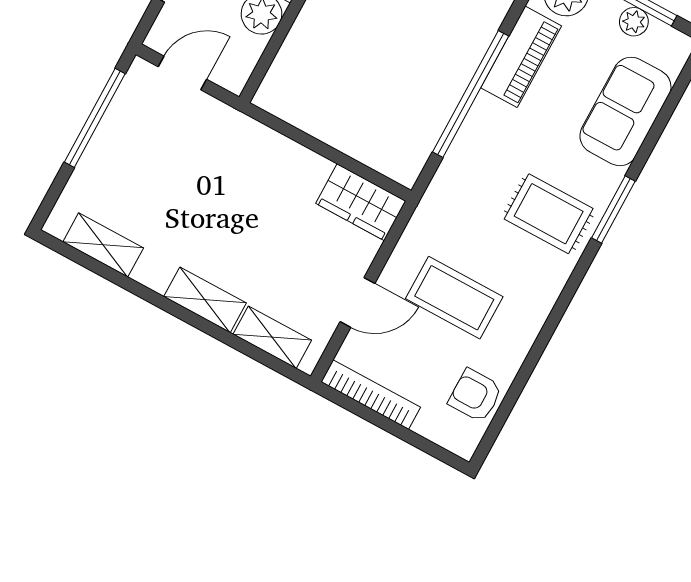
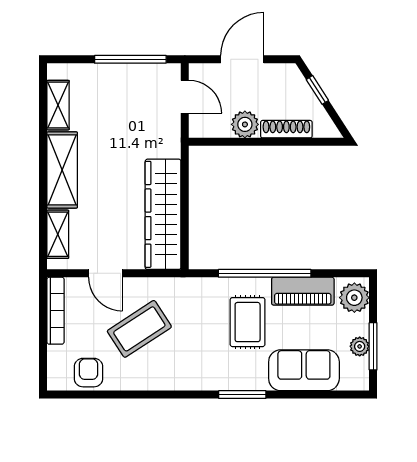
wardrobe: (361, 202) -> (163, 214), width x2.10, depth x1.17
rug: (549, 214) -> (248, 322), moved
coffee table: (454, 298) -> (139, 329), turned 57
shelving: (205, 300) -> (62, 170), width x1.50, depth x1.33

